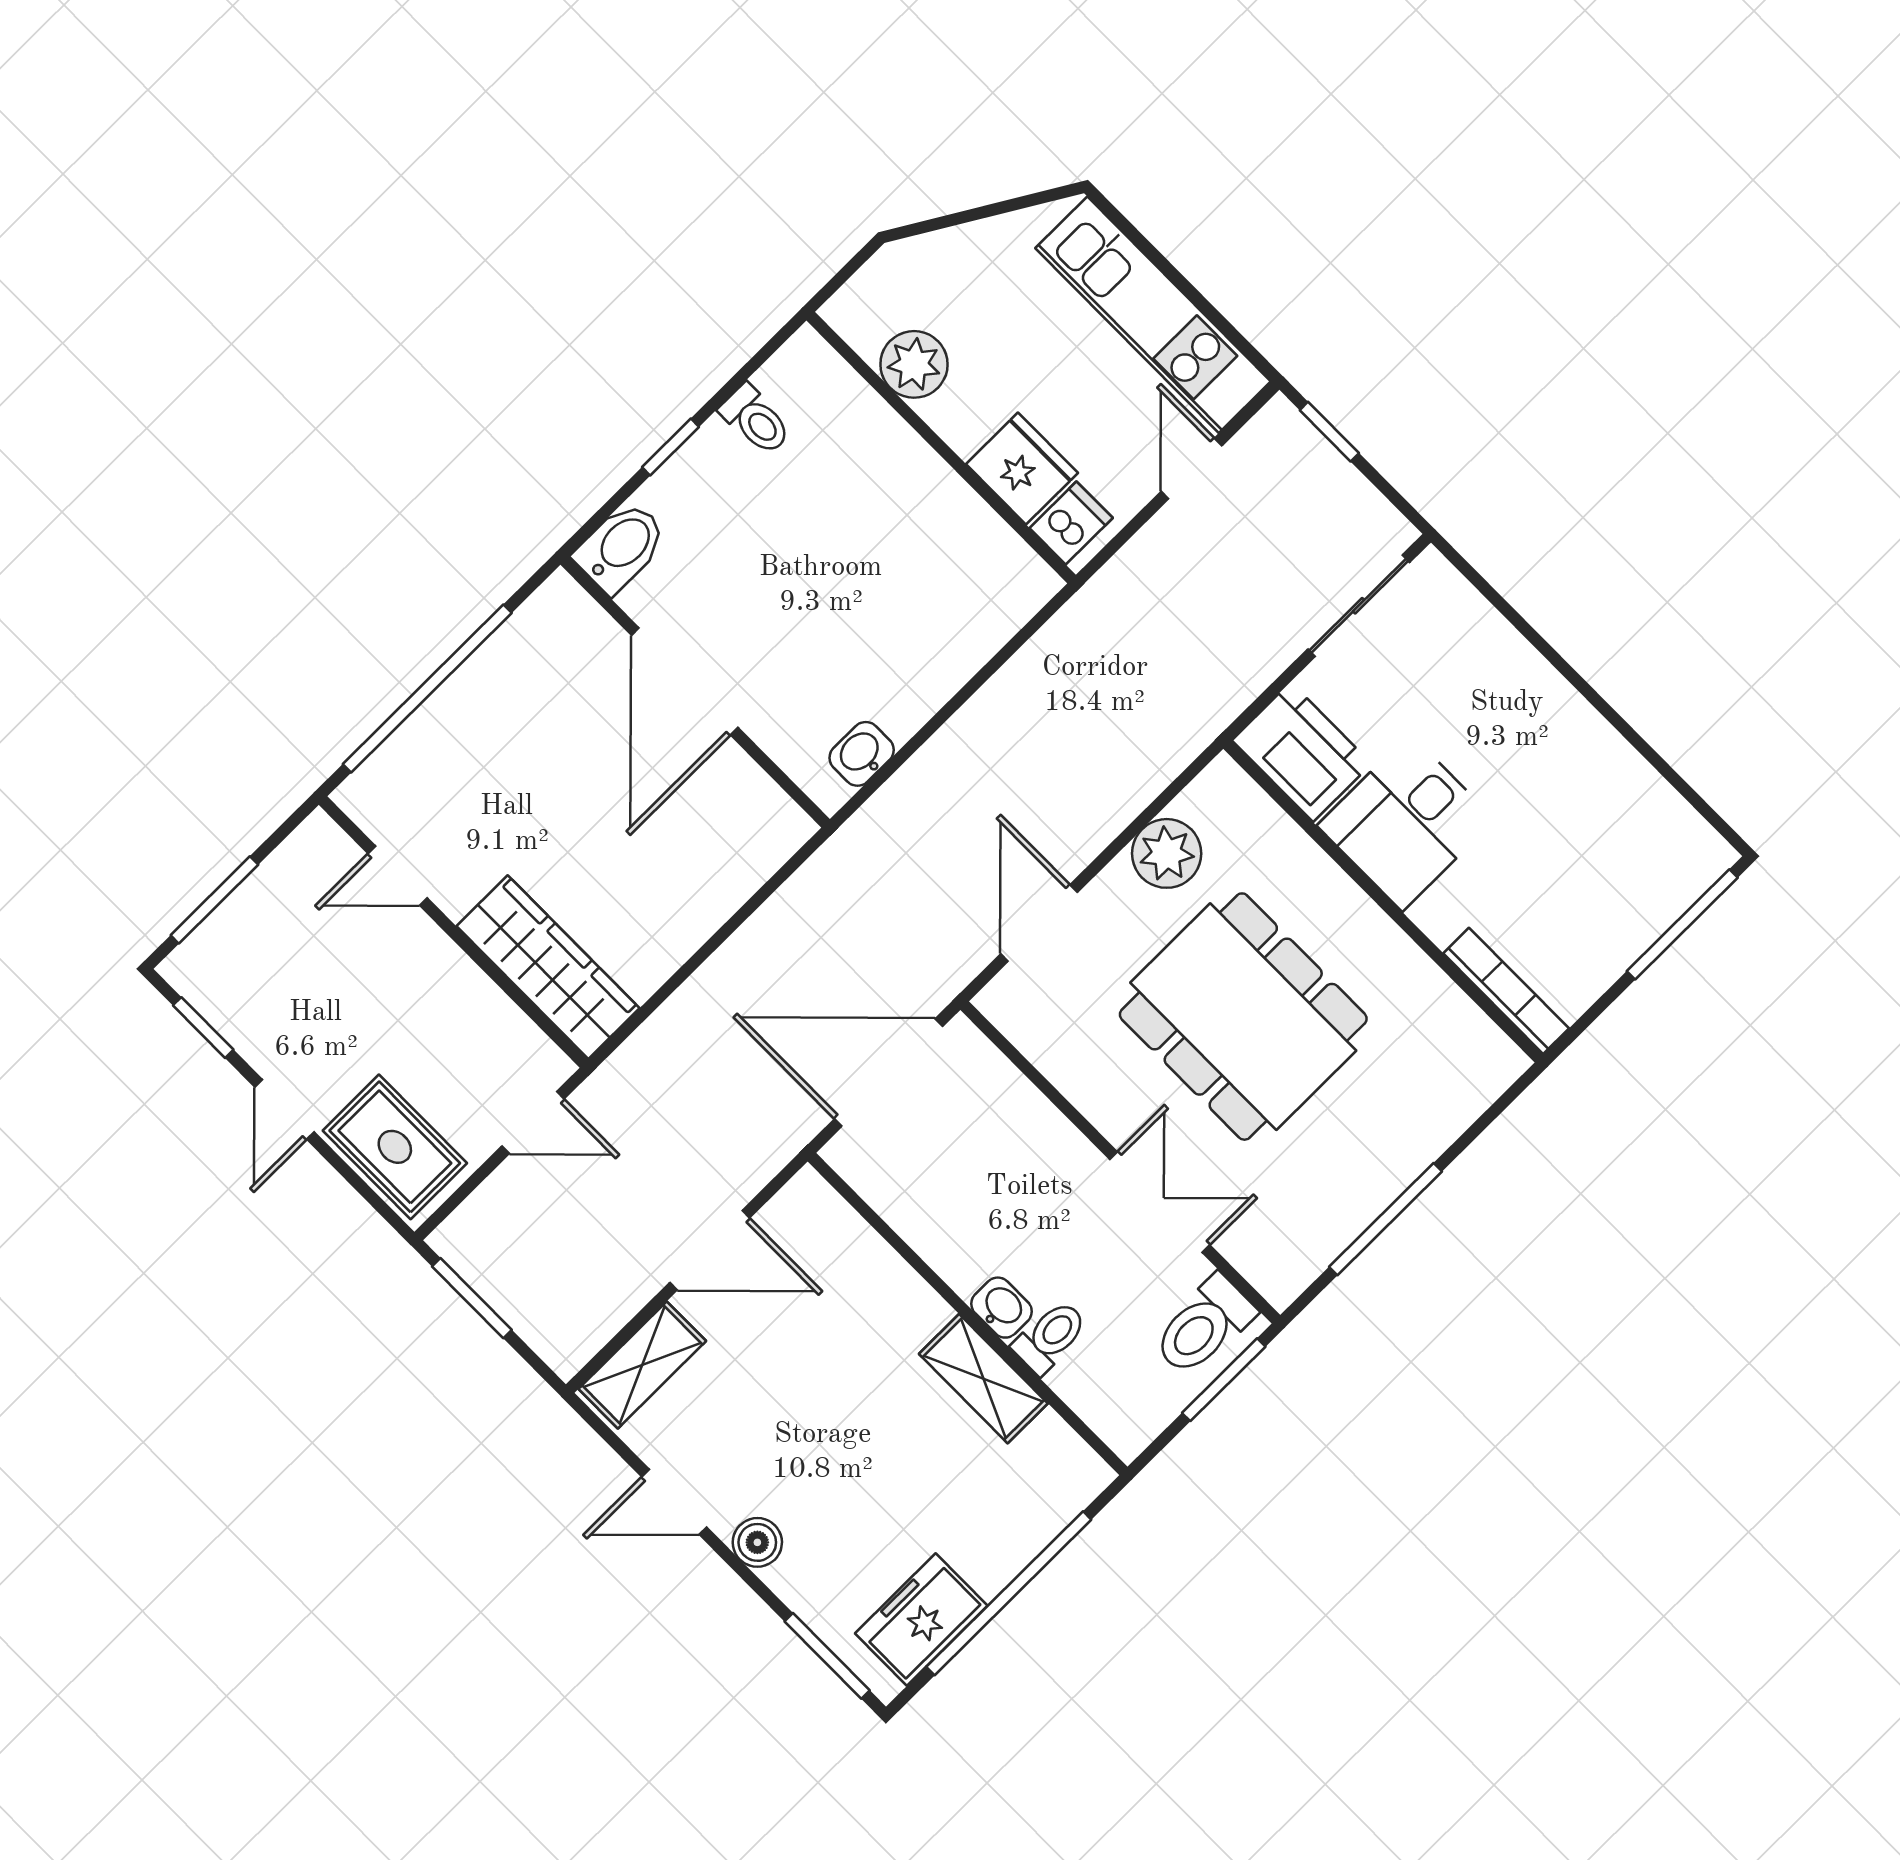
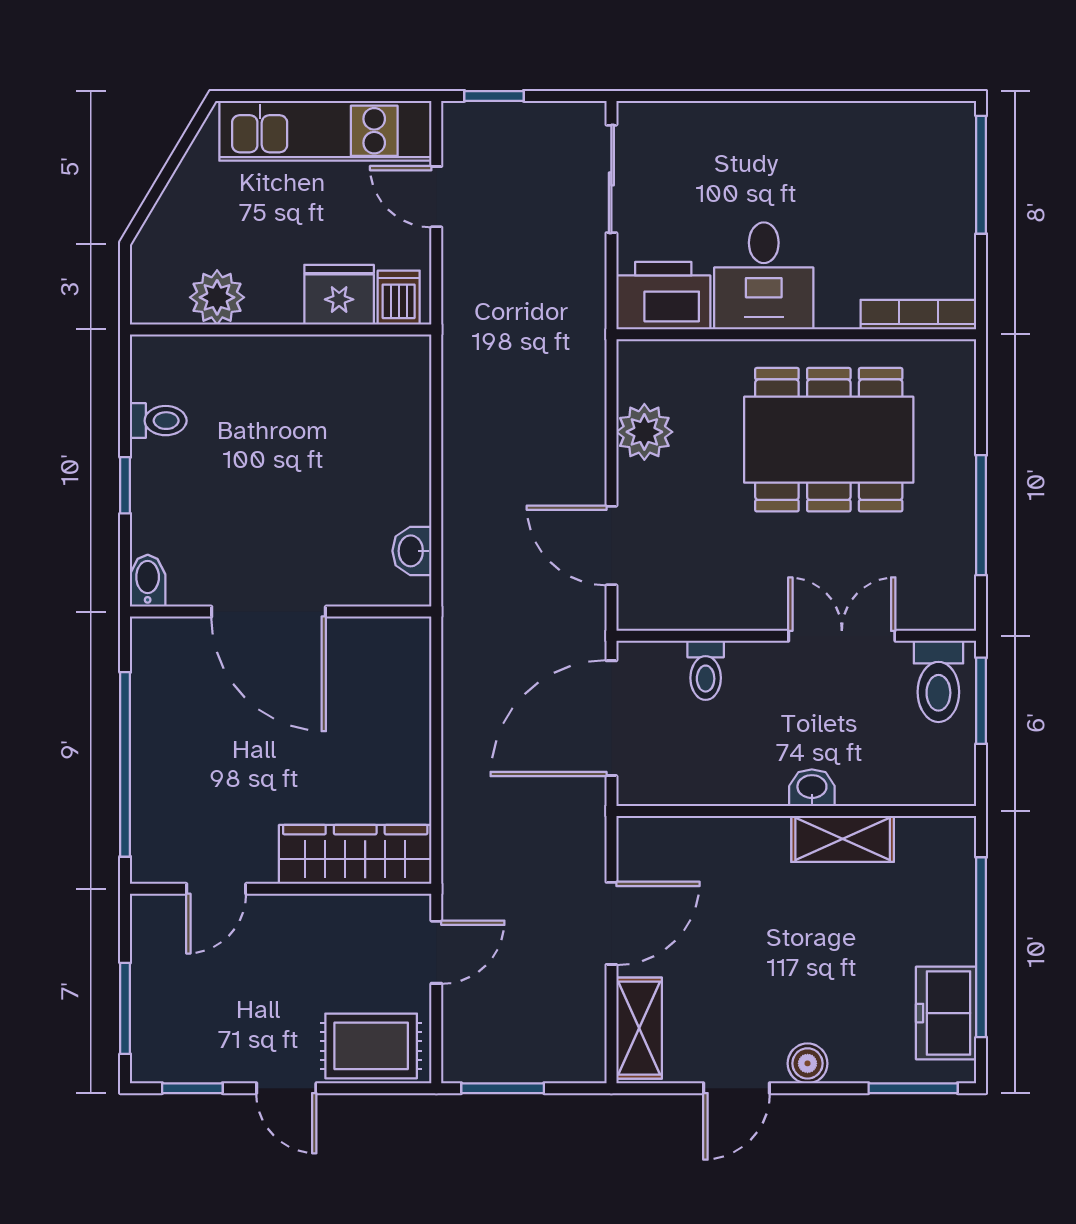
bidet: (621, 547) -> (148, 581), width x0.72, depth x0.74
dining table: (1243, 1017) -> (829, 440), moved
toilet: (1050, 1337) -> (706, 670), moved, turned 180

